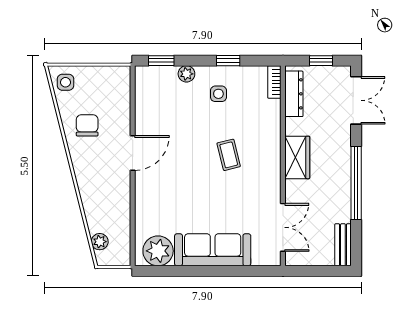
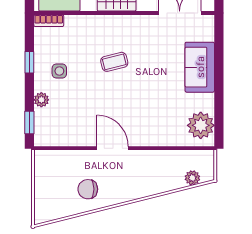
side table: (65, 82) -> (49, 209), removed
sofa: (213, 250) -> (200, 67), width x0.73

